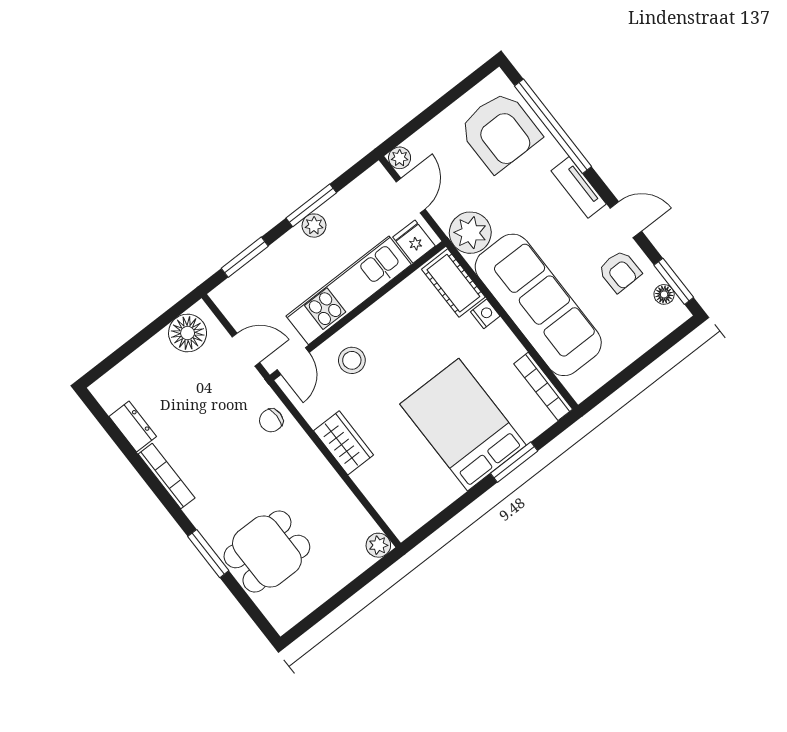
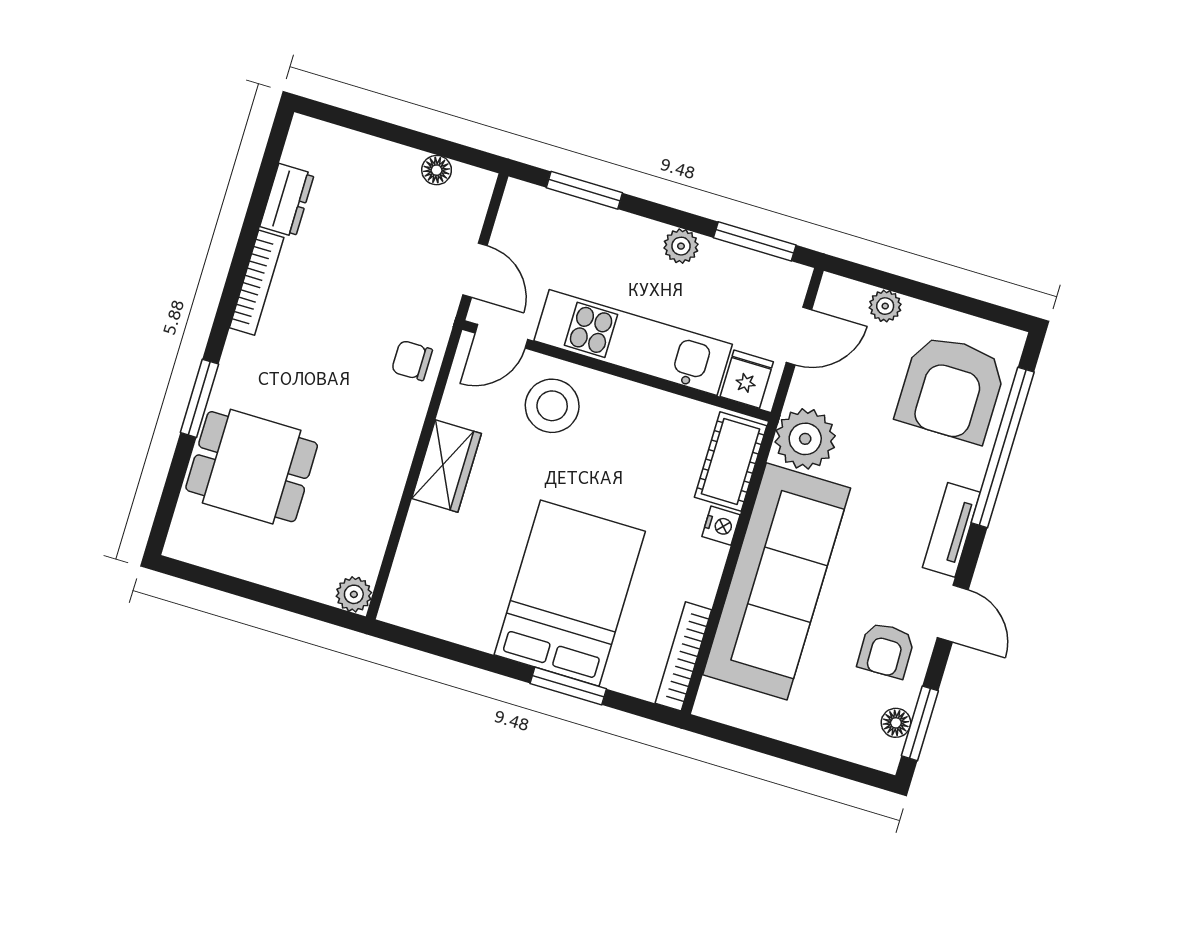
plant: (400, 158) -> (885, 306), moved
window: (311, 205) -> (755, 241), moved
floor lamp: (188, 333) -> (437, 170), width x0.53, depth x0.53
stool: (352, 360) -> (552, 406), width x1.38, depth x1.38

